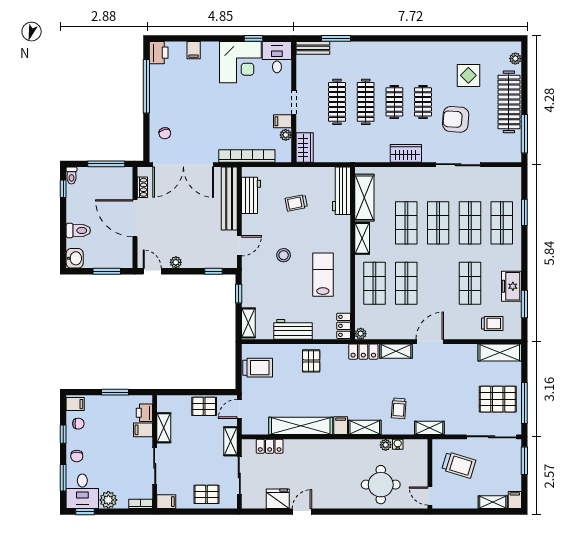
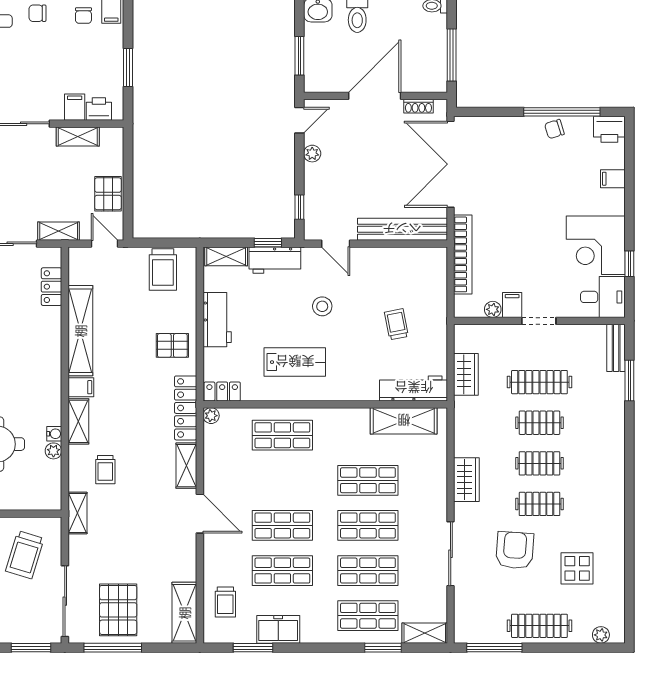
clothes rail: (366, 102) -> (539, 423), width x0.73
clothes rail: (509, 102) -> (539, 626), width x0.73, depth x0.76
chair: (165, 133) -> (554, 129), moved
wardrobe: (305, 148) -> (466, 374), moved, turned -90
workbench: (251, 195) -> (275, 260), moved
shelving: (362, 238) -> (425, 633), moved
shop shelf: (406, 283) -> (282, 525), moved
locker: (363, 352) -> (186, 408), width x1.53
trolley: (399, 408) -> (105, 470), turned -94
water cooler: (398, 444) -> (54, 434), moved

